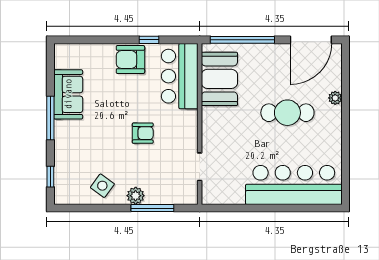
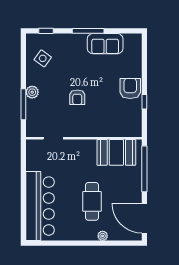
bar counter: (180, 76) -> (118, 124), removed
side table: (102, 186) -> (43, 58), moved

